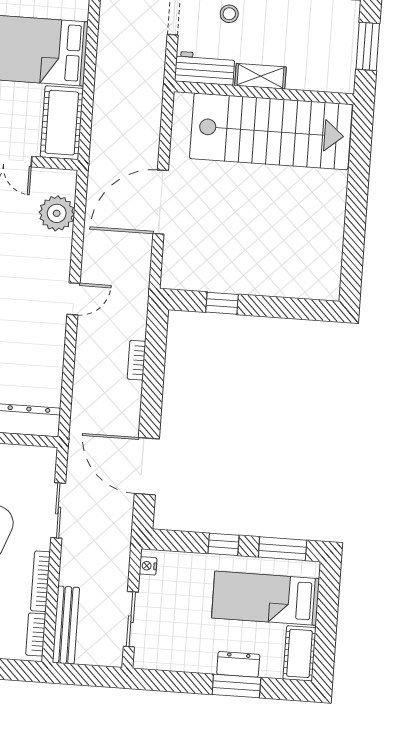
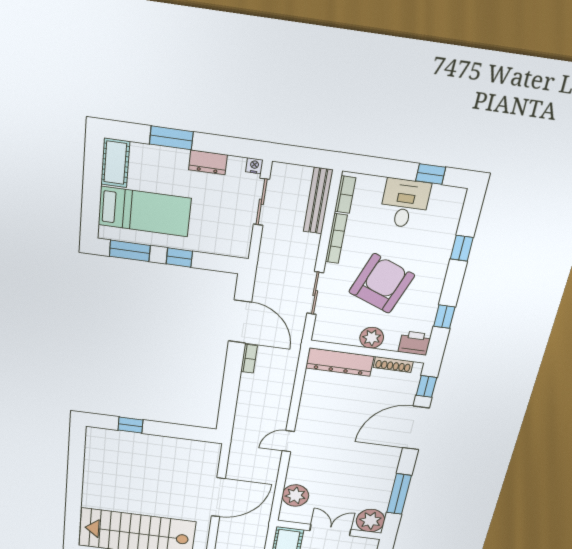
window: (222, 303) -> (130, 425), moved
bookcase: (136, 360) -> (249, 359), moved
nightstand: (148, 566) -> (254, 166), moved, turned -90
dresser: (238, 664) -> (208, 162), moved

